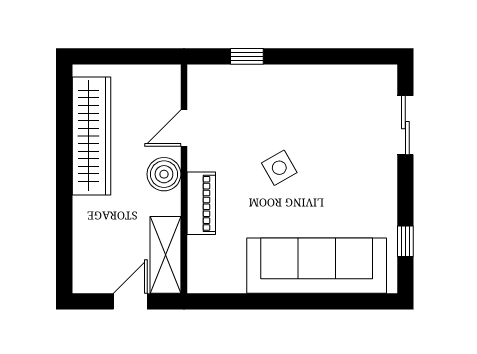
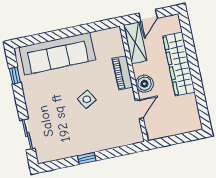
window: (247, 56) -> (87, 158), moved
wardrobe: (91, 136) -> (179, 64), moved

